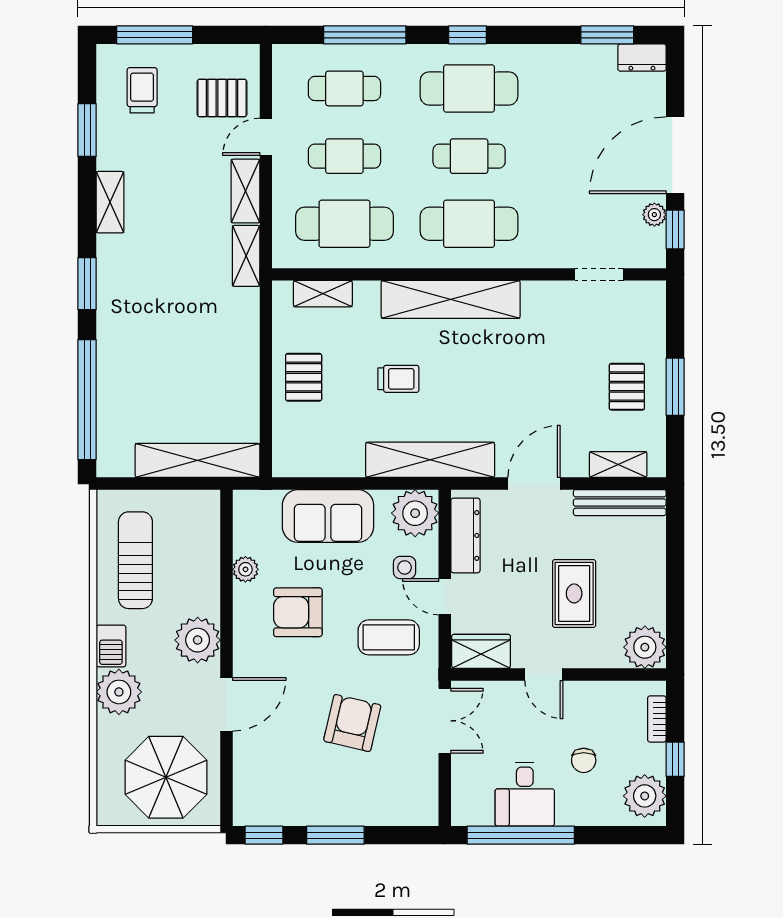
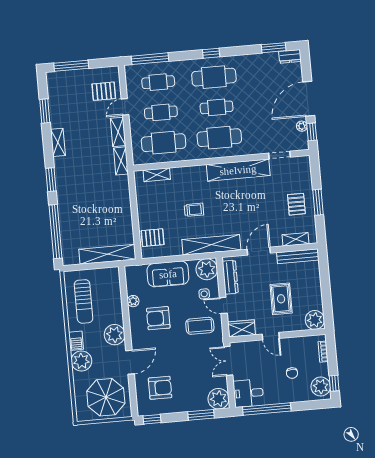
window: (365, 35) -> (150, 59), moved
trolley: (142, 90) -> (68, 91), removed
shelving: (451, 299) -> (238, 170), moved
pallet: (304, 377) -> (153, 238), moved, turned 90
sun lounger: (135, 560) -> (84, 301), turned 180
double door: (445, 721) -> (228, 361), swing flipped
armchair: (352, 723) -> (160, 388), moved, turned 77
window: (675, 759) -> (334, 383), moved
desk: (525, 794) -> (248, 393), moved, turned 90
plant: (416, 803) -> (218, 399), added
window: (335, 835) -> (201, 415), moved

